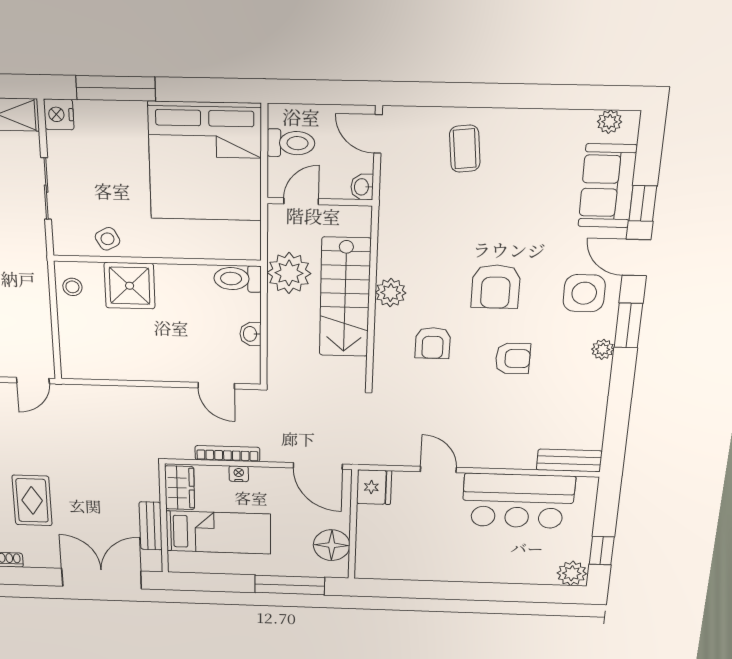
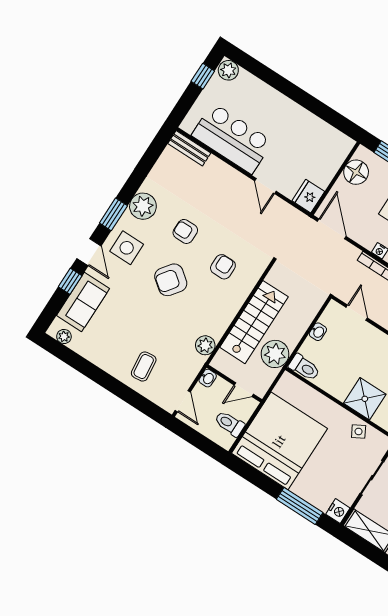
armchair: (496, 287) -> (171, 280), turned -143
plant: (391, 293) -> (205, 345), moved
plant: (603, 349) -> (143, 206), width x1.88, depth x1.88

